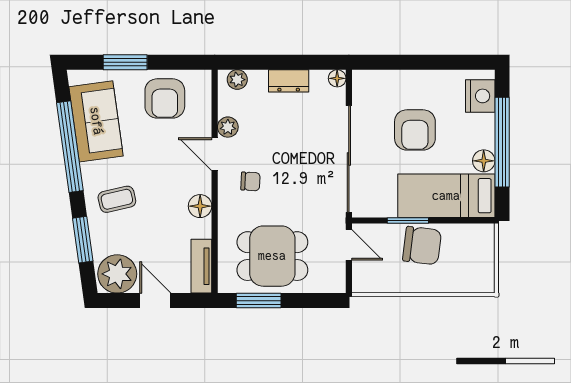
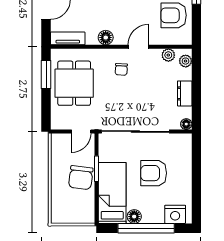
plant: (228, 127) -> (168, 55), moved

